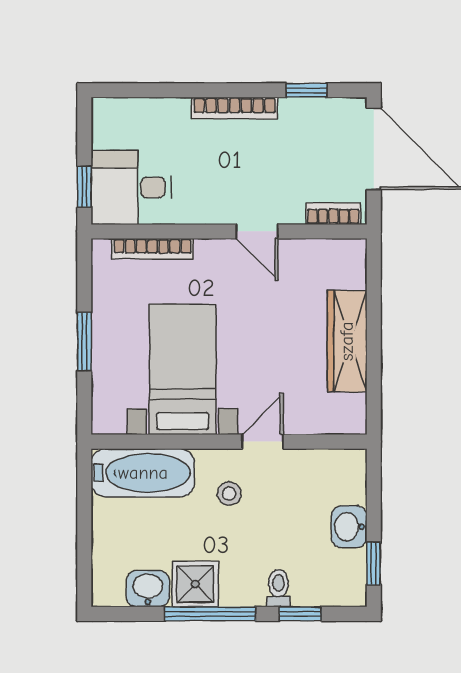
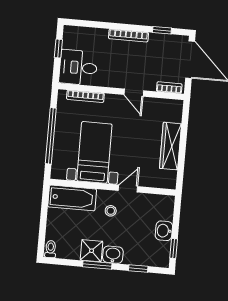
window: (84, 187) -> (58, 49), moved
window: (84, 342) -> (51, 136), width x2.11
toilet: (278, 588) -> (51, 249), moved
washbasin: (148, 589) -> (113, 255), moved
window: (210, 614) -> (97, 265), width x0.69

